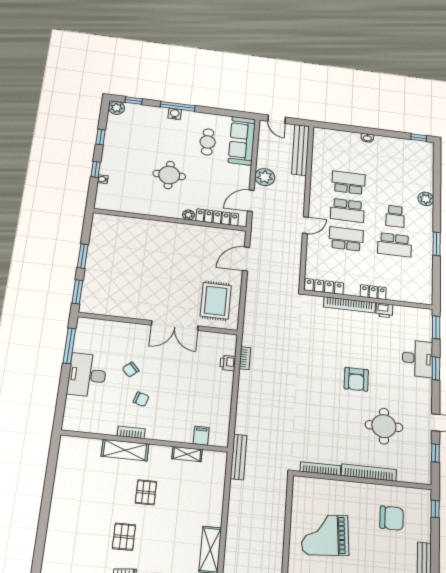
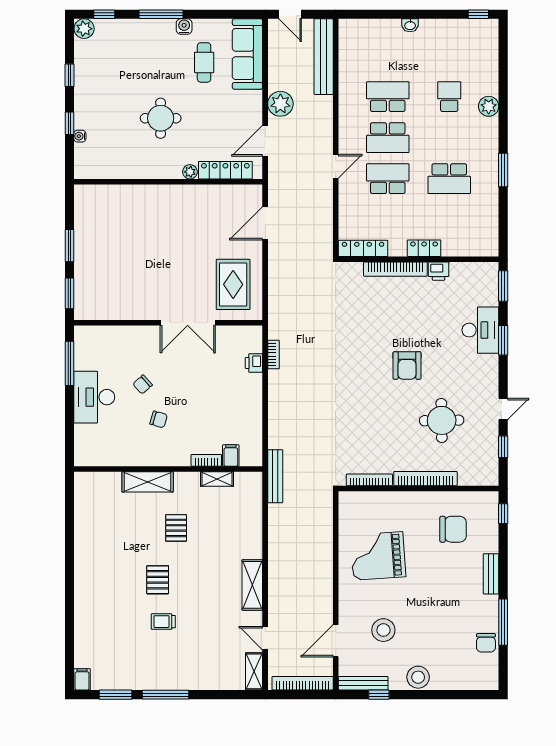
water cooler: (175, 114) -> (184, 26), moved
school desk: (395, 216) -> (449, 97), moved, turned 180
bookcase: (131, 432) -> (206, 460), moved

